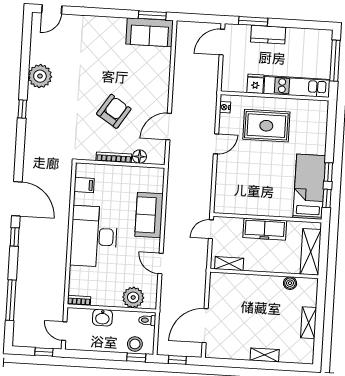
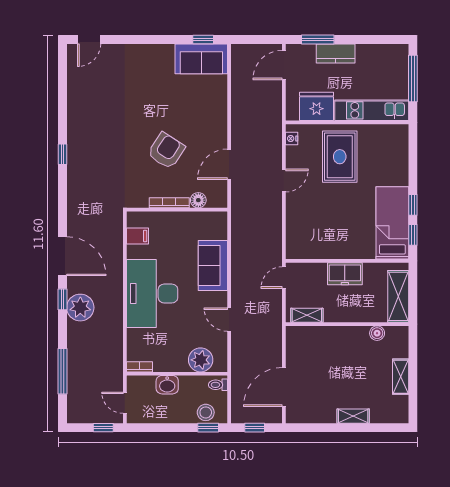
window: (152, 15) -> (203, 39), width x0.67
plant: (40, 76) -> (80, 308), moved
fridge: (255, 84) -> (317, 106), width x1.88, depth x1.34
rug: (266, 126) -> (340, 157), turned 90
freezer: (265, 229) -> (345, 274), width x0.71

